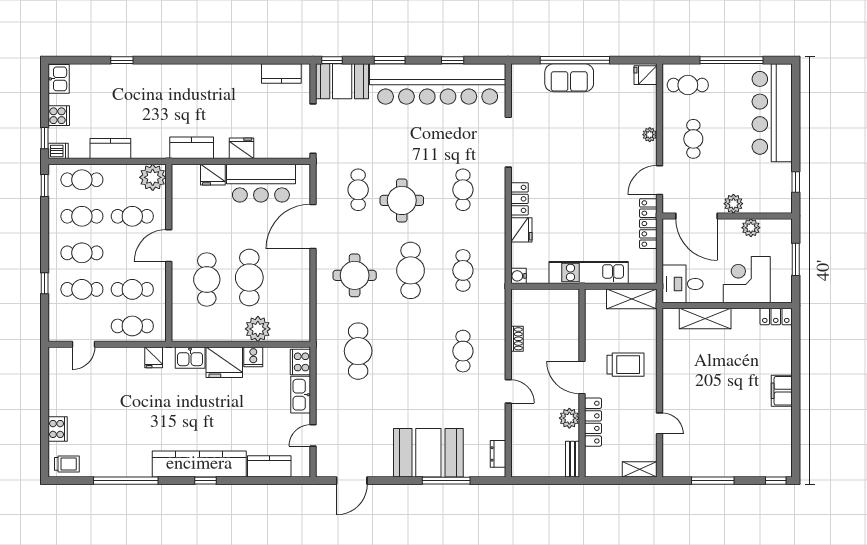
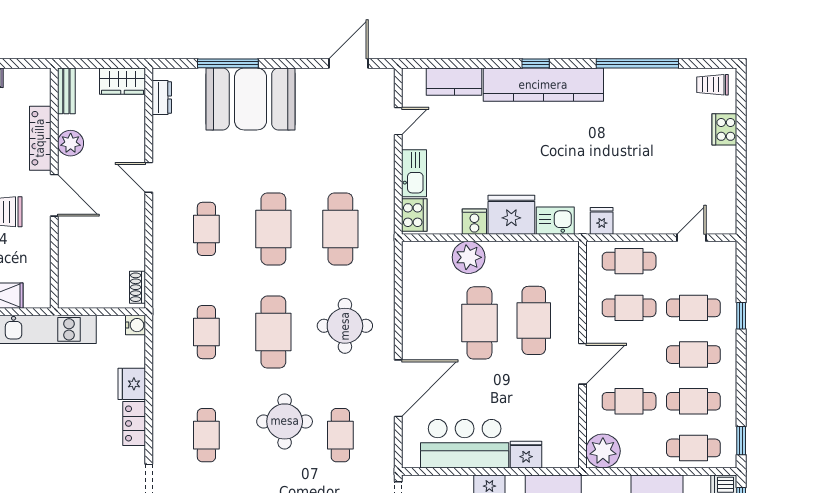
shoe rack: (517, 339) -> (137, 287), moved
cafe table: (411, 351) -> (273, 229), added
wardrobe: (529, 467) -> (122, 81), added

